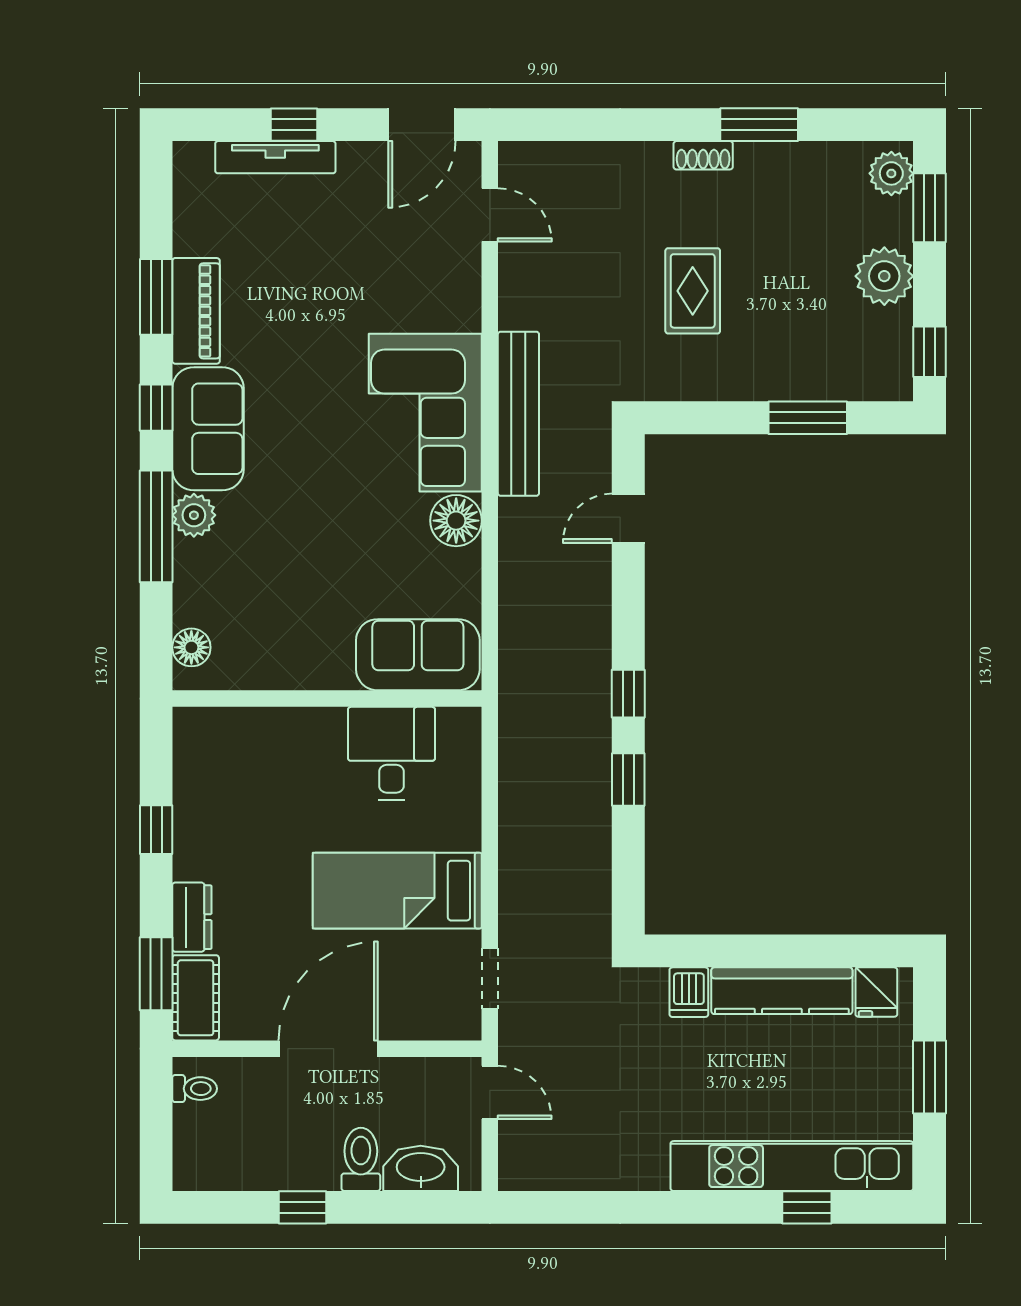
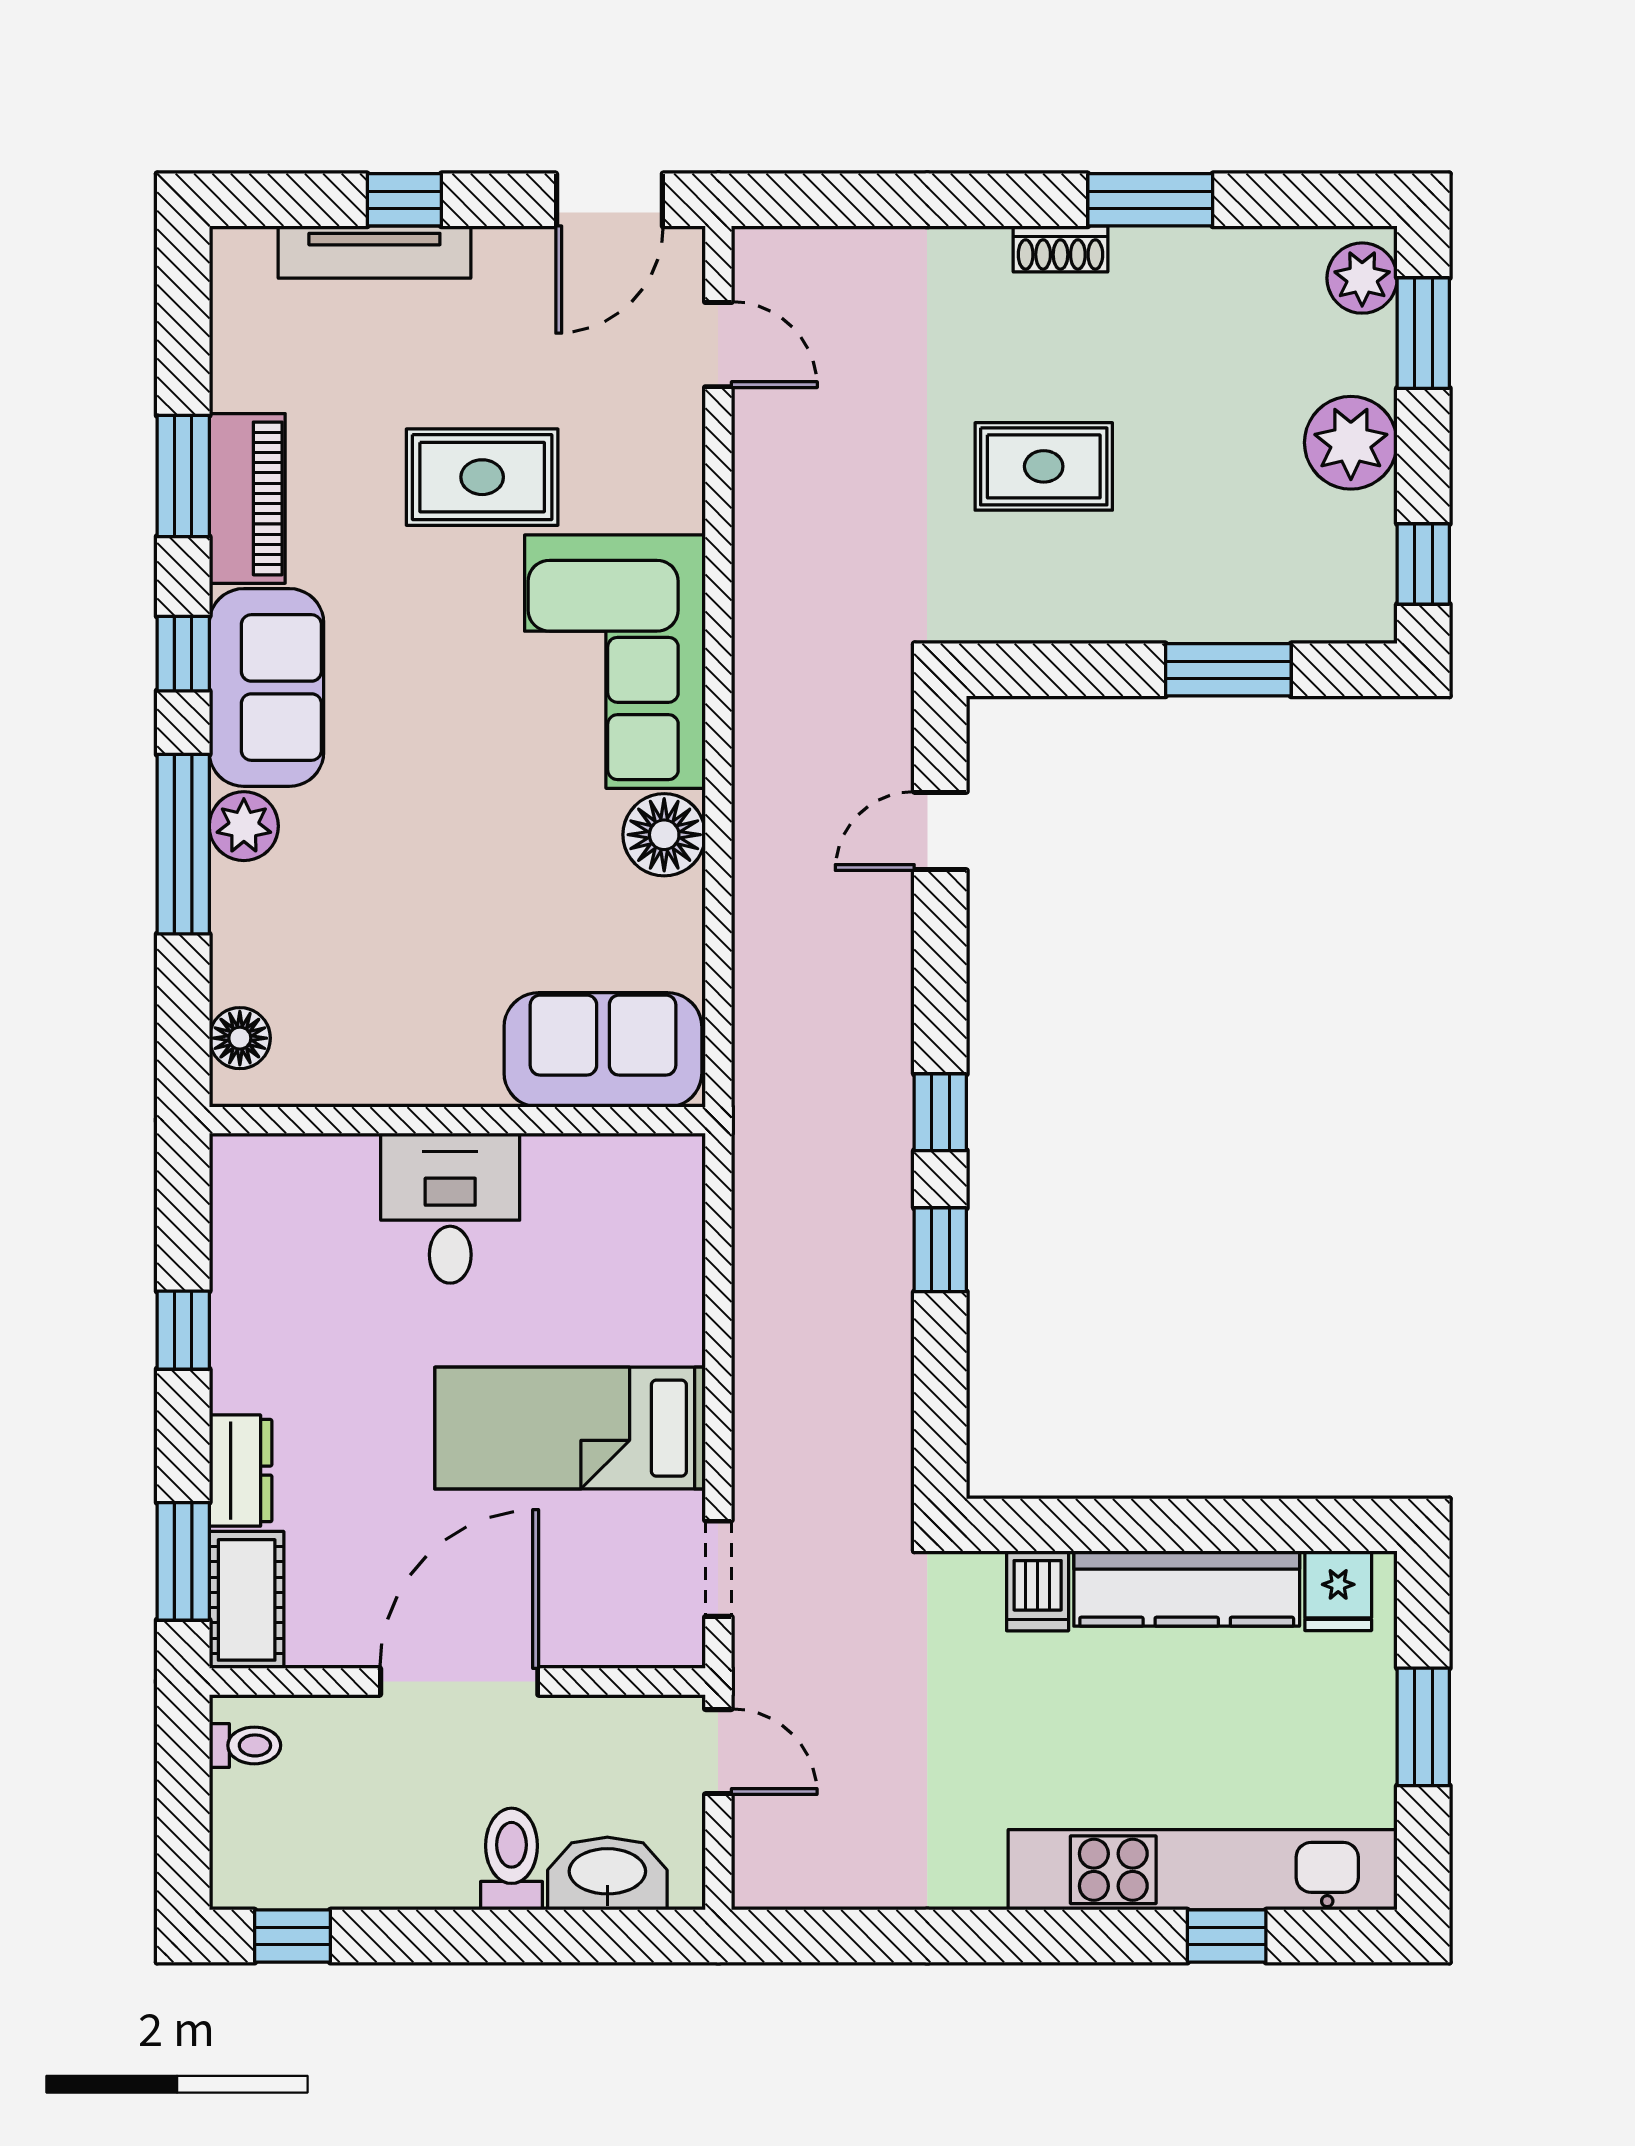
rug: (693, 291) -> (1044, 466), turned 90
rug: (342, 298) -> (482, 477), added
bench: (518, 414) -> (764, 663), removed
desk: (391, 754) -> (450, 1208), moved
window: (303, 1207) -> (292, 1936), moved

